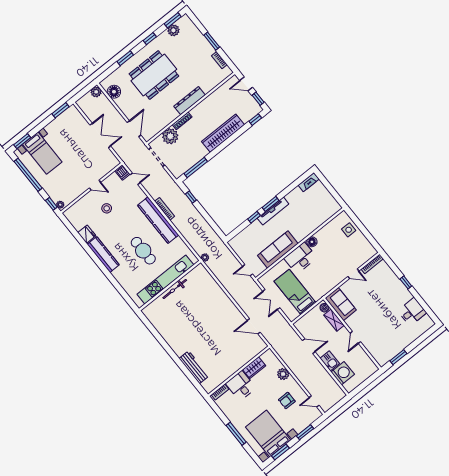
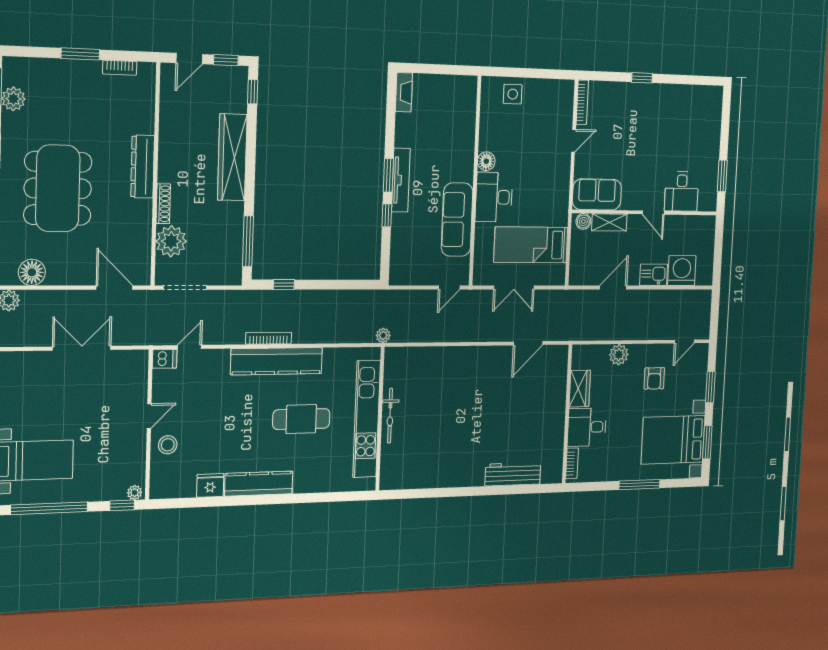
stool: (107, 208) -> (168, 445), moved
desk: (412, 312) -> (682, 191), moved, turned 180

